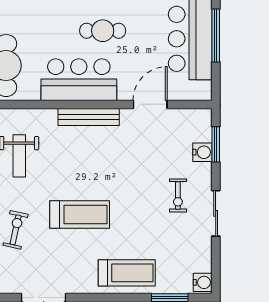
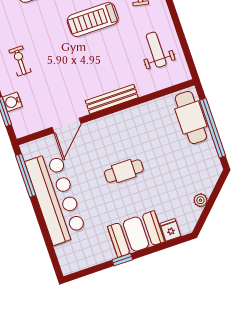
window: (216, 35) -> (26, 175), moved
bar counter: (79, 80) -> (130, 126), removed

